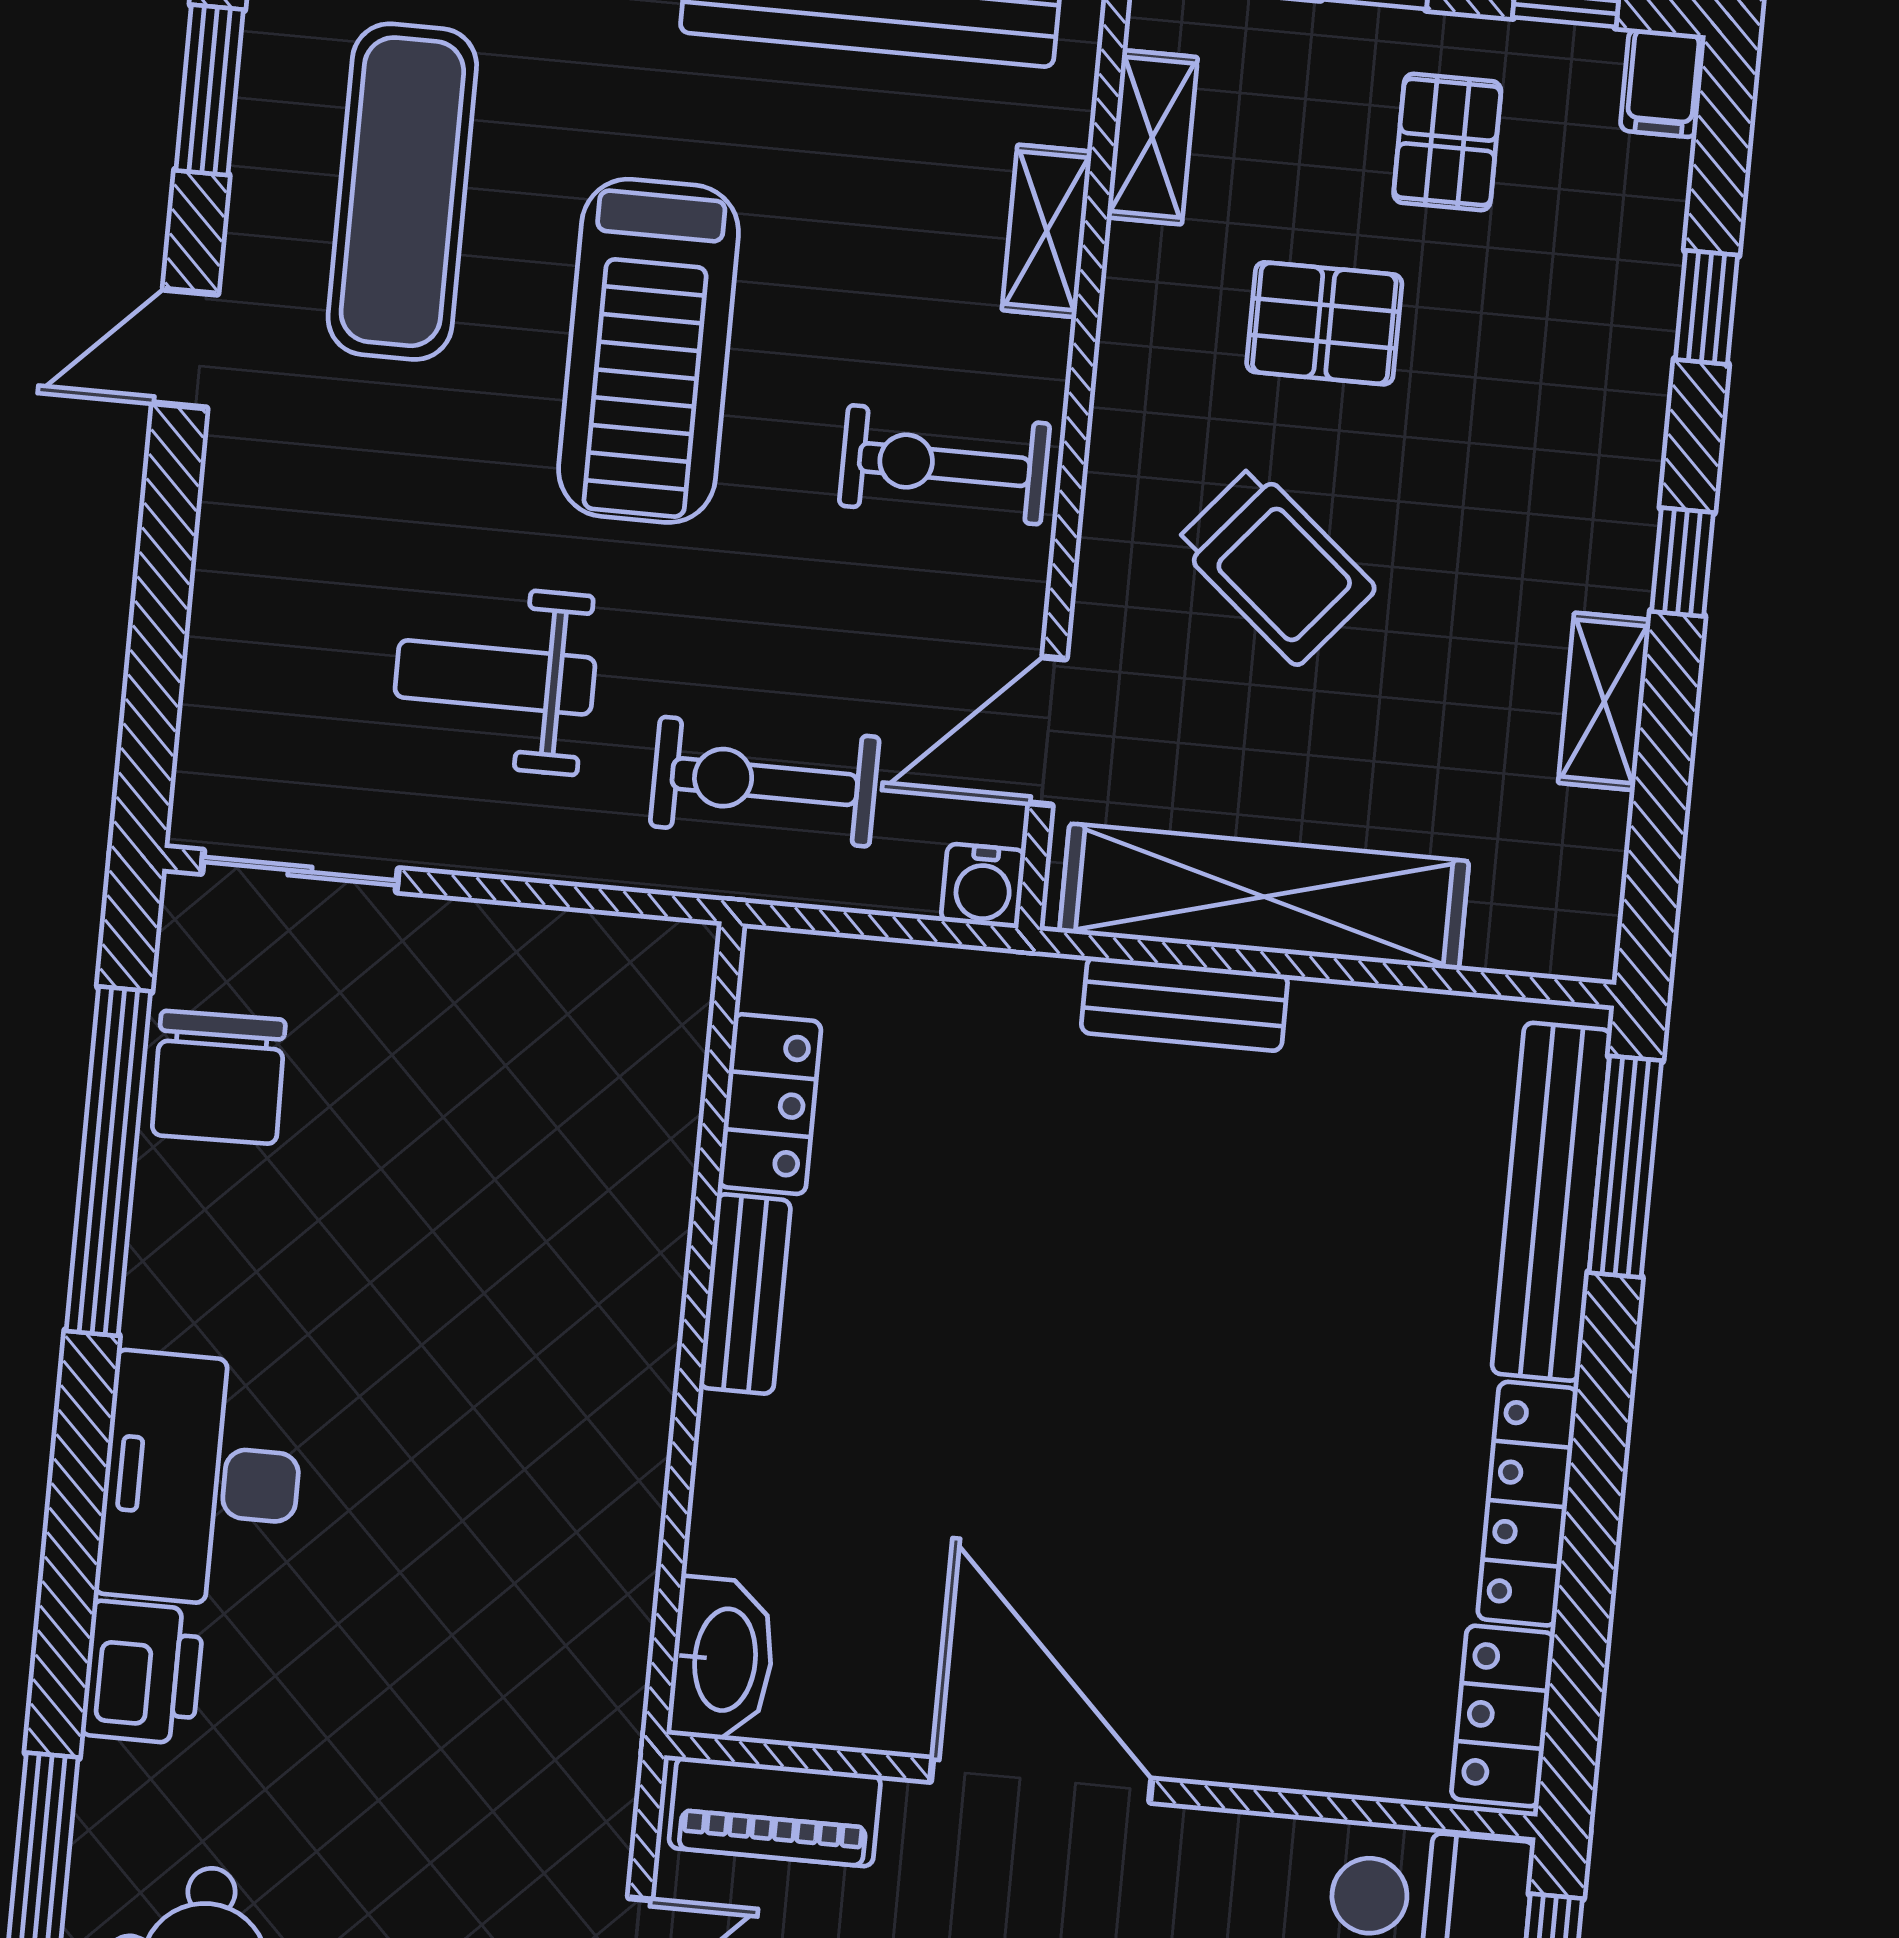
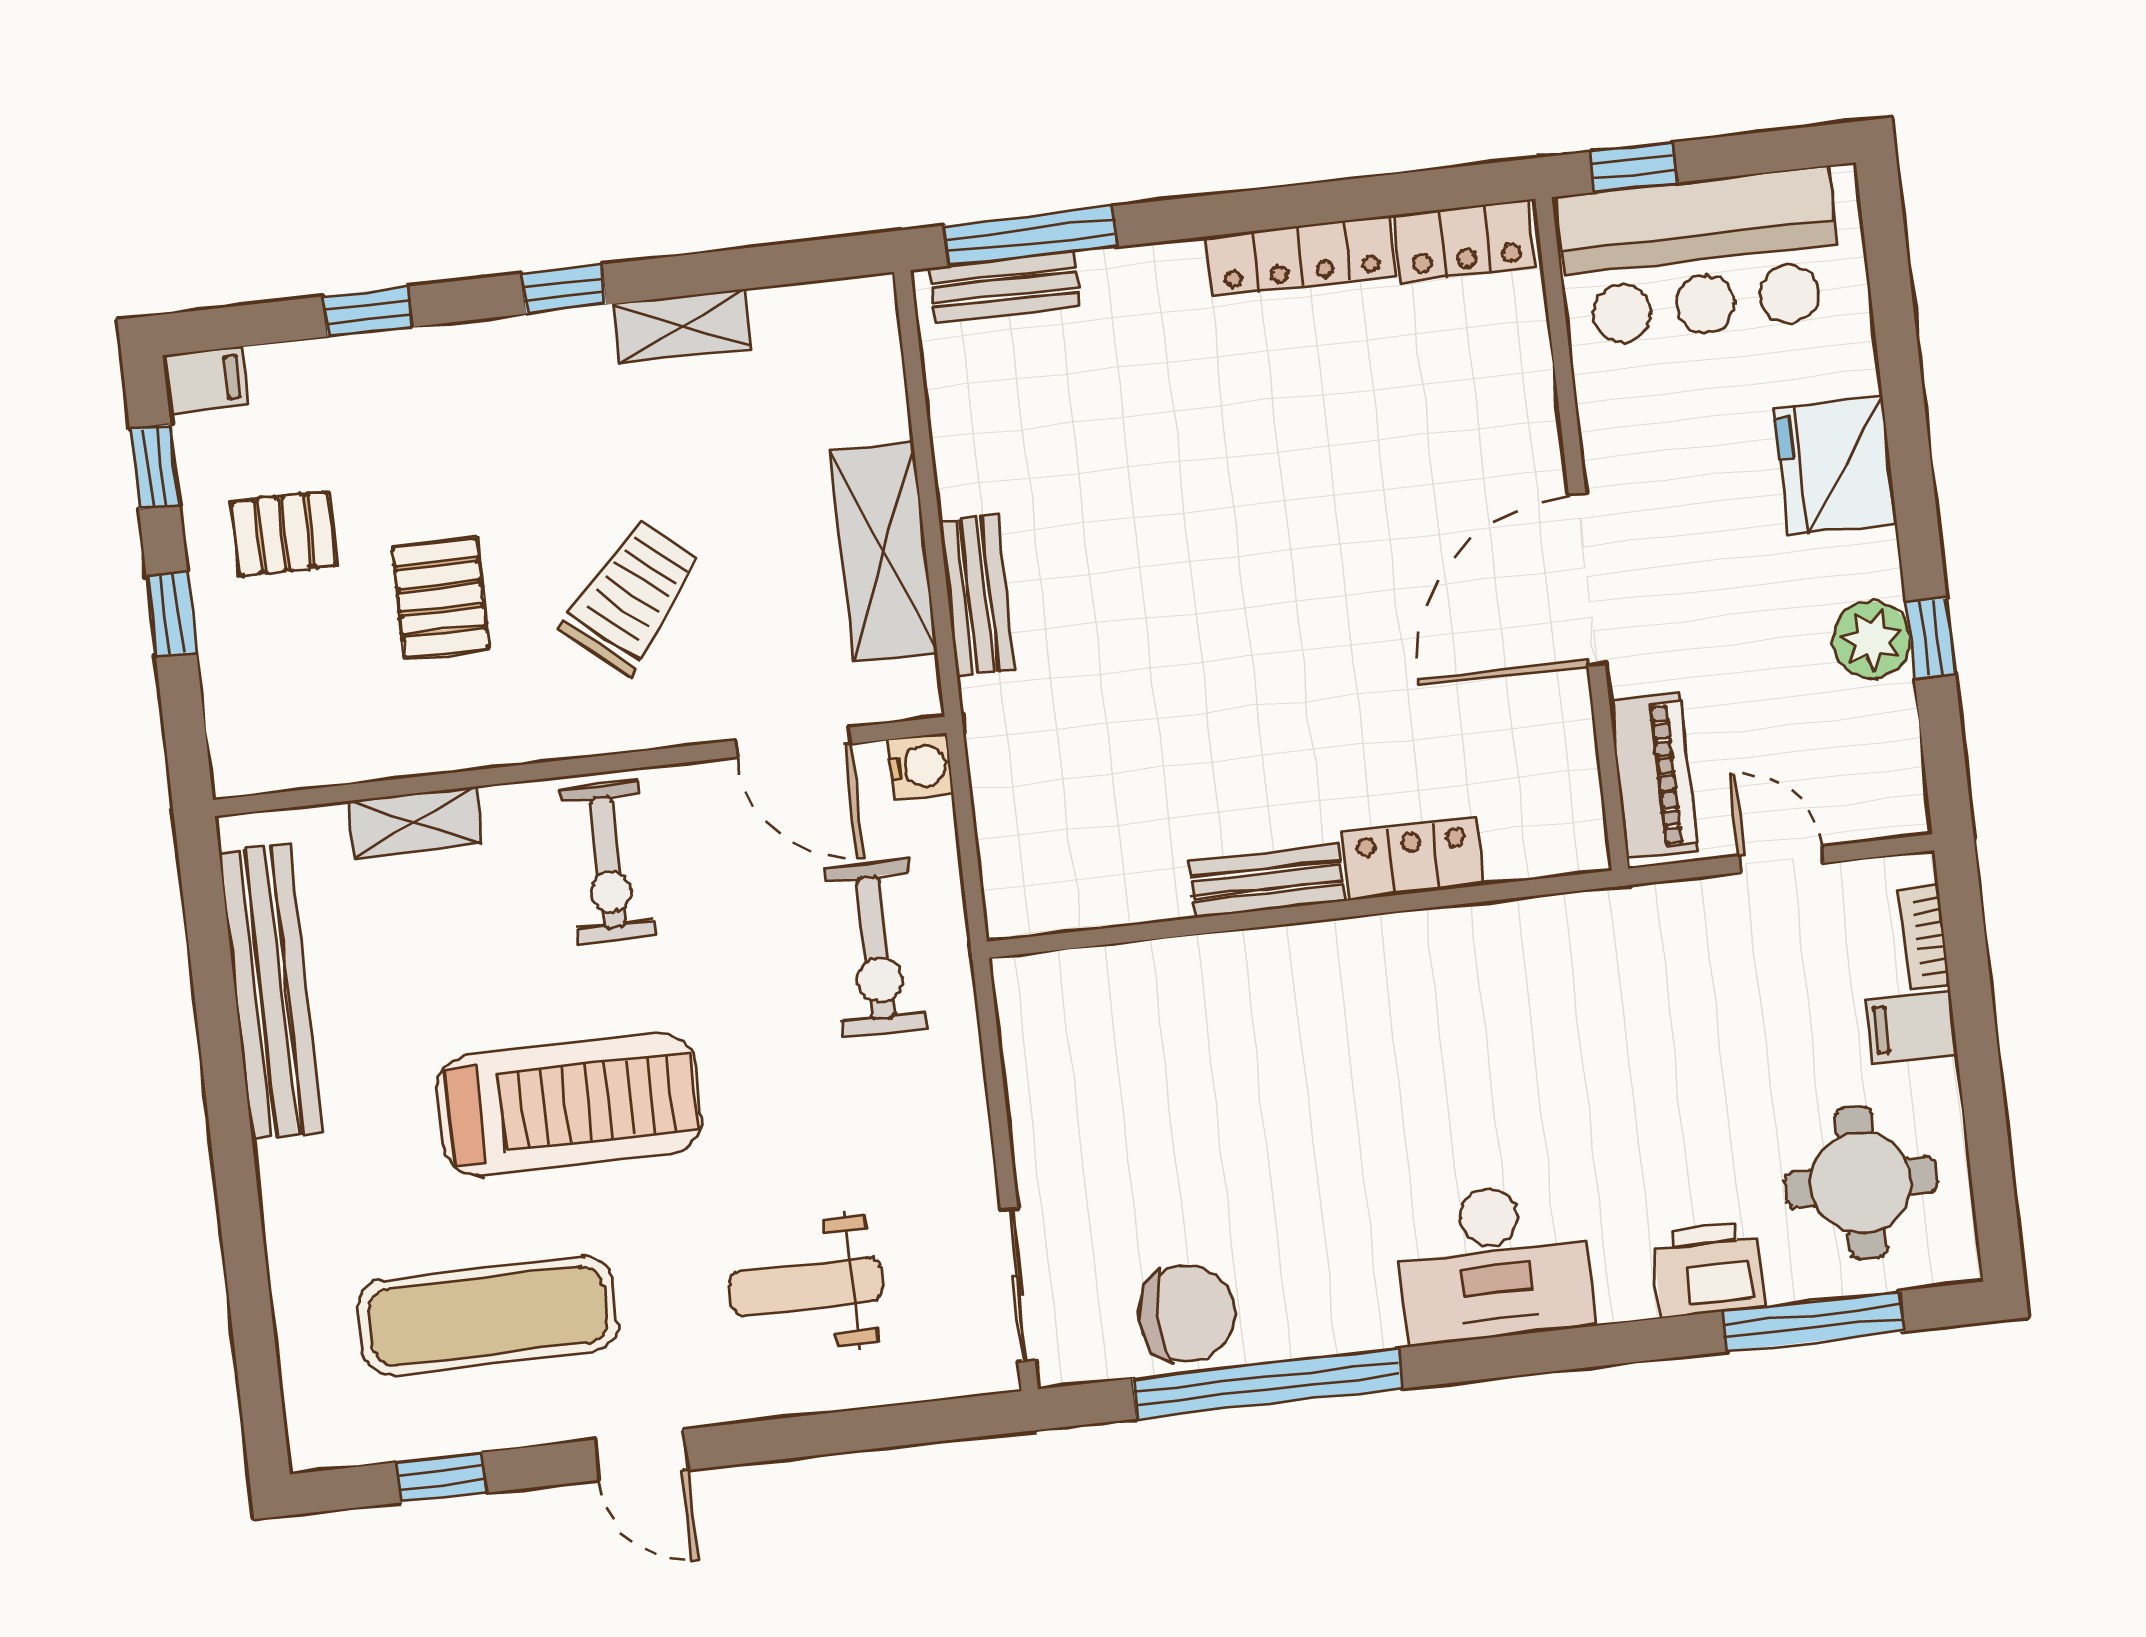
window: (210, 90) -> (442, 1478), width x0.67
shelving: (1152, 137) -> (327, 758), removed
weight bench: (495, 677) -> (806, 1286), moved, turned 90
shelving: (1264, 897) -> (884, 552), width x0.68
locker: (770, 1104) -> (1413, 859), moved
bench: (1552, 1202) -> (1005, 287), width x0.54, depth x0.82
washbasin: (722, 1659) -> (1546, 840), removed
printer: (142, 1672) -> (1709, 1269), moved

